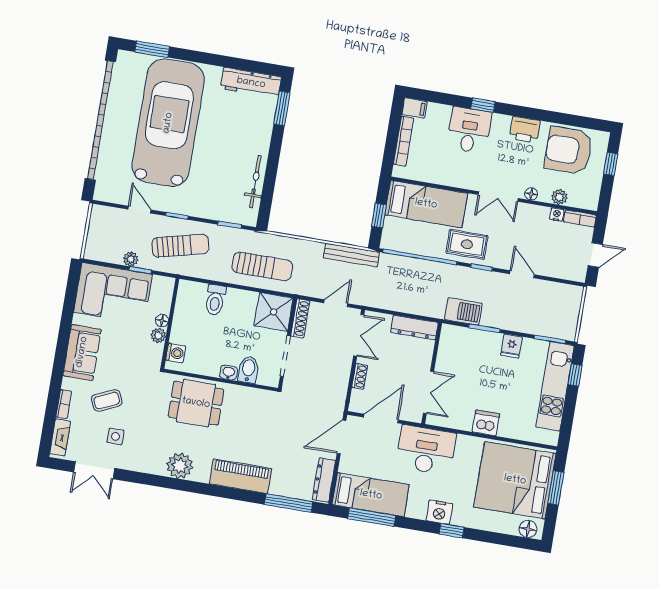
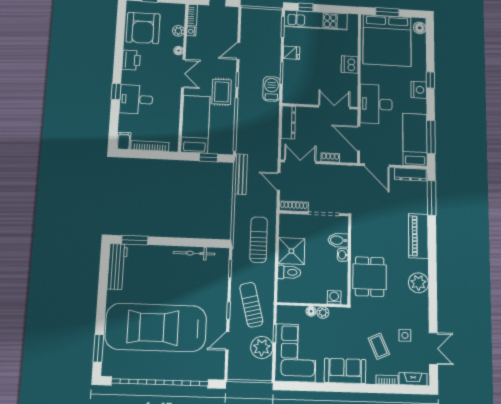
plant: (131, 259) -> (262, 347), width x1.88, depth x1.88
shower: (274, 312) -> (291, 251), moved

